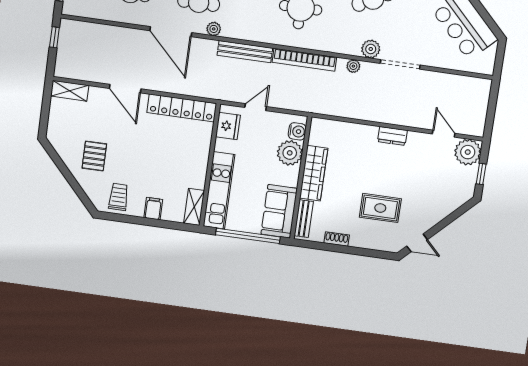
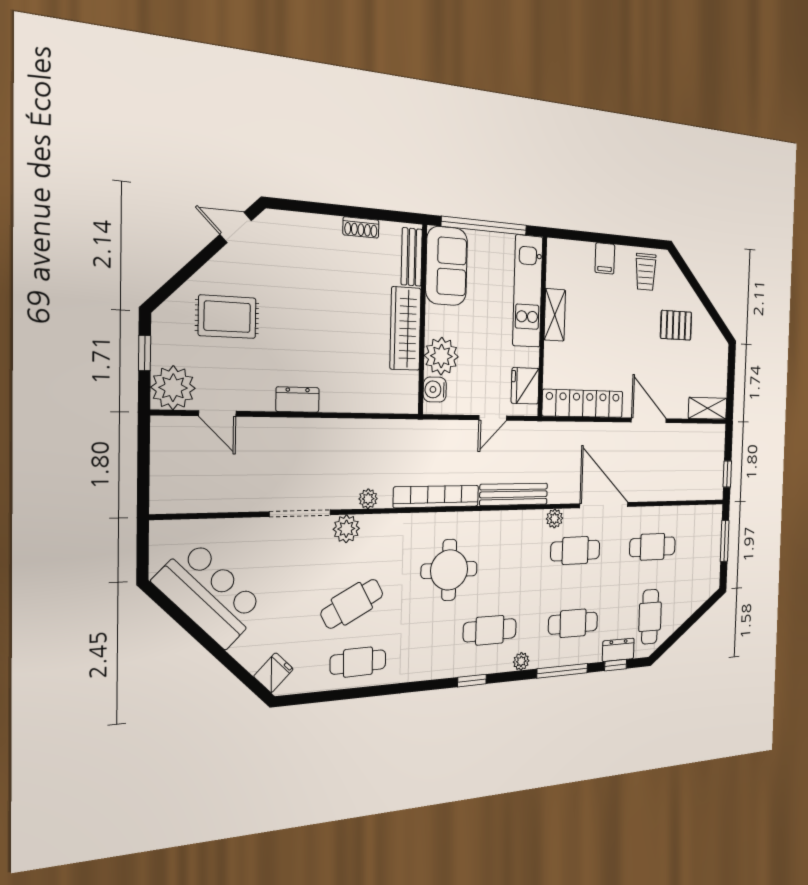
pallet: (94, 156) -> (676, 325), turned 90
shelving: (194, 207) -> (555, 315), moved
rug: (380, 208) -> (227, 317), moved

